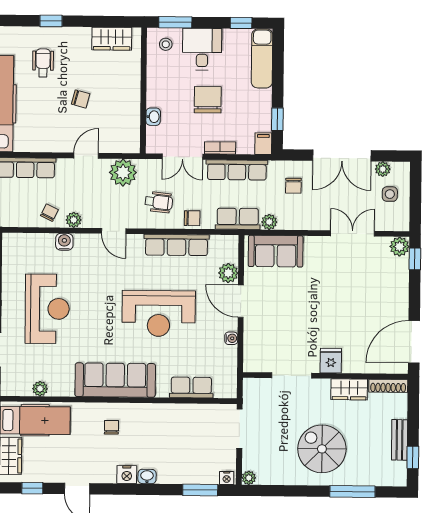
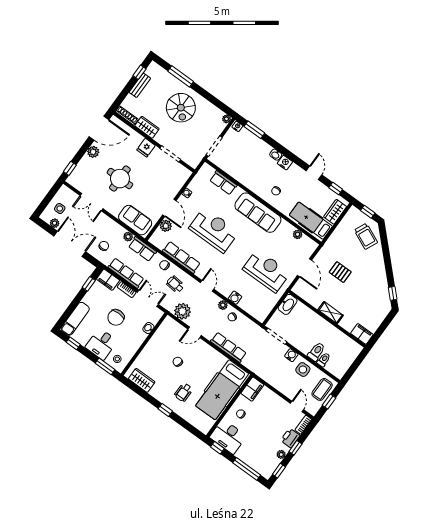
filing cabinet: (263, 144) -> (108, 280), width x2.00
plant: (400, 247) -> (93, 152), moved
round table: (337, 293) -> (120, 179), added
reception desk: (47, 309) -> (266, 271), turned 90

